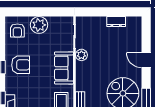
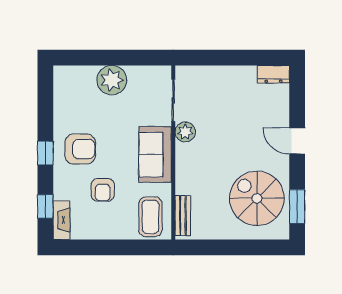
dresser: (116, 22) -> (274, 74), moved
armchair: (17, 30) -> (103, 190), moved

